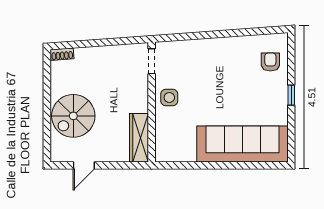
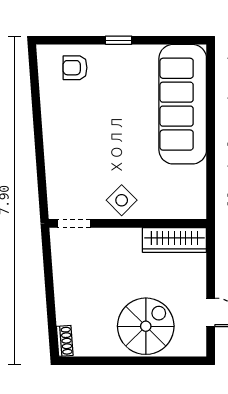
side table: (169, 97) -> (122, 200), turned 45
spiral stairs: (73, 116) -> (146, 326), turned -90

